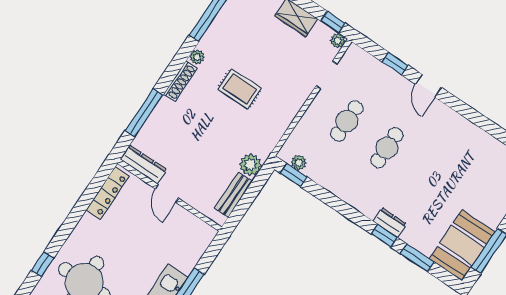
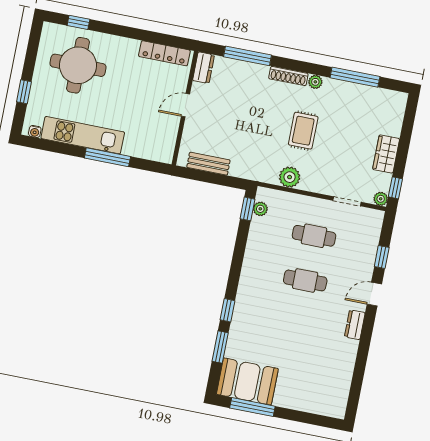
dresser: (143, 164) -> (204, 68), width x0.70
plant: (250, 165) -> (290, 177), moved
dresser: (390, 222) -> (355, 325), moved, turned 180

